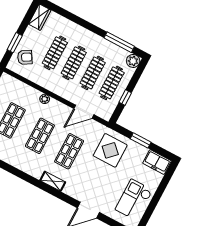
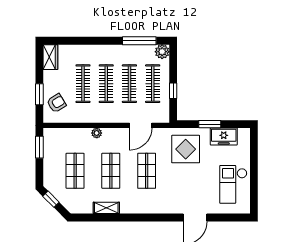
freezer: (157, 162) -> (224, 136), moved
shelving: (53, 181) -> (106, 208), moved

